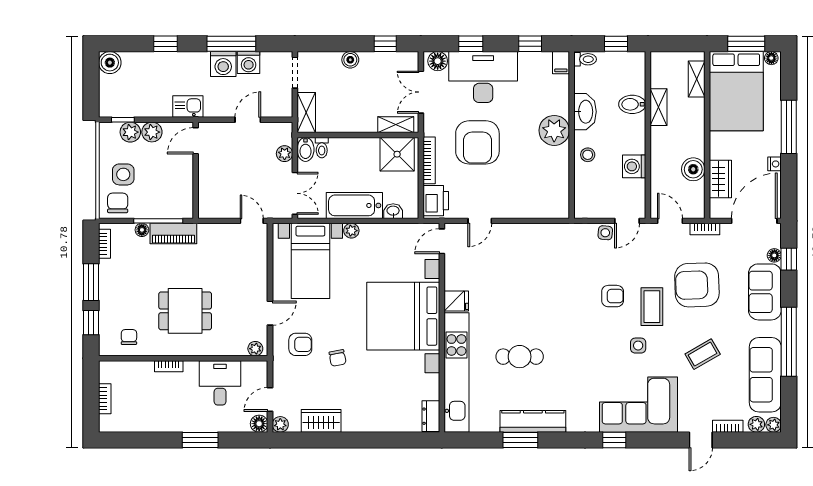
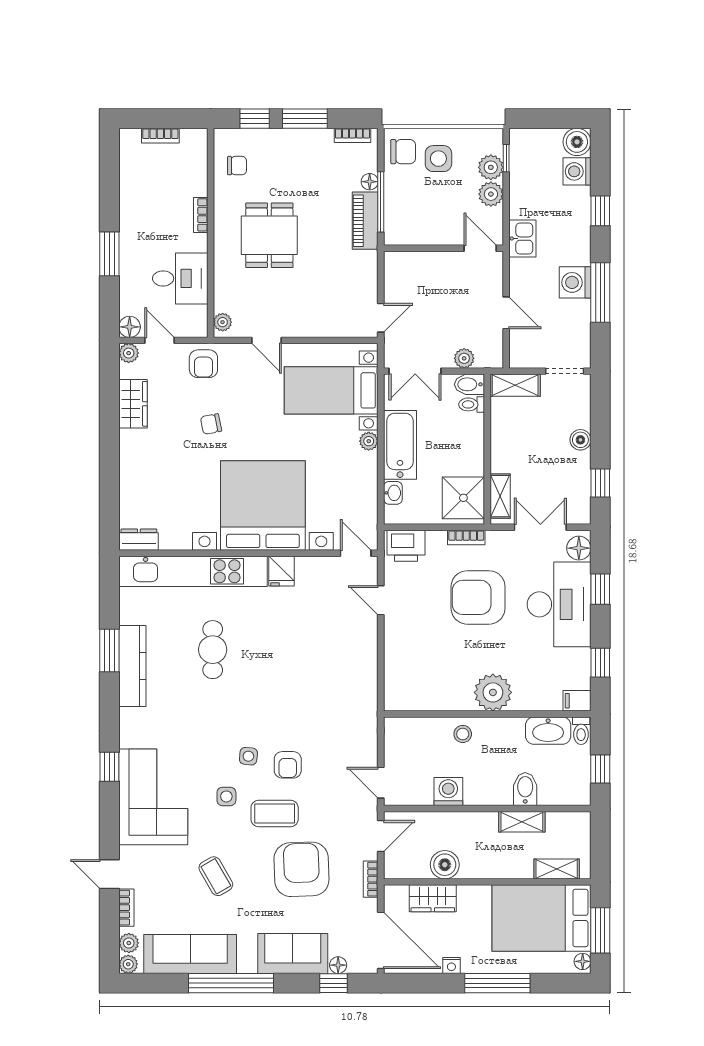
washing machine: (249, 63) -> (577, 171), moved
washbasin: (585, 112) -> (548, 731), moved
bookcase: (429, 160) -> (466, 537), width x0.64
side table: (605, 233) -> (248, 756), moved
armchair: (300, 344) -> (203, 364), moved

